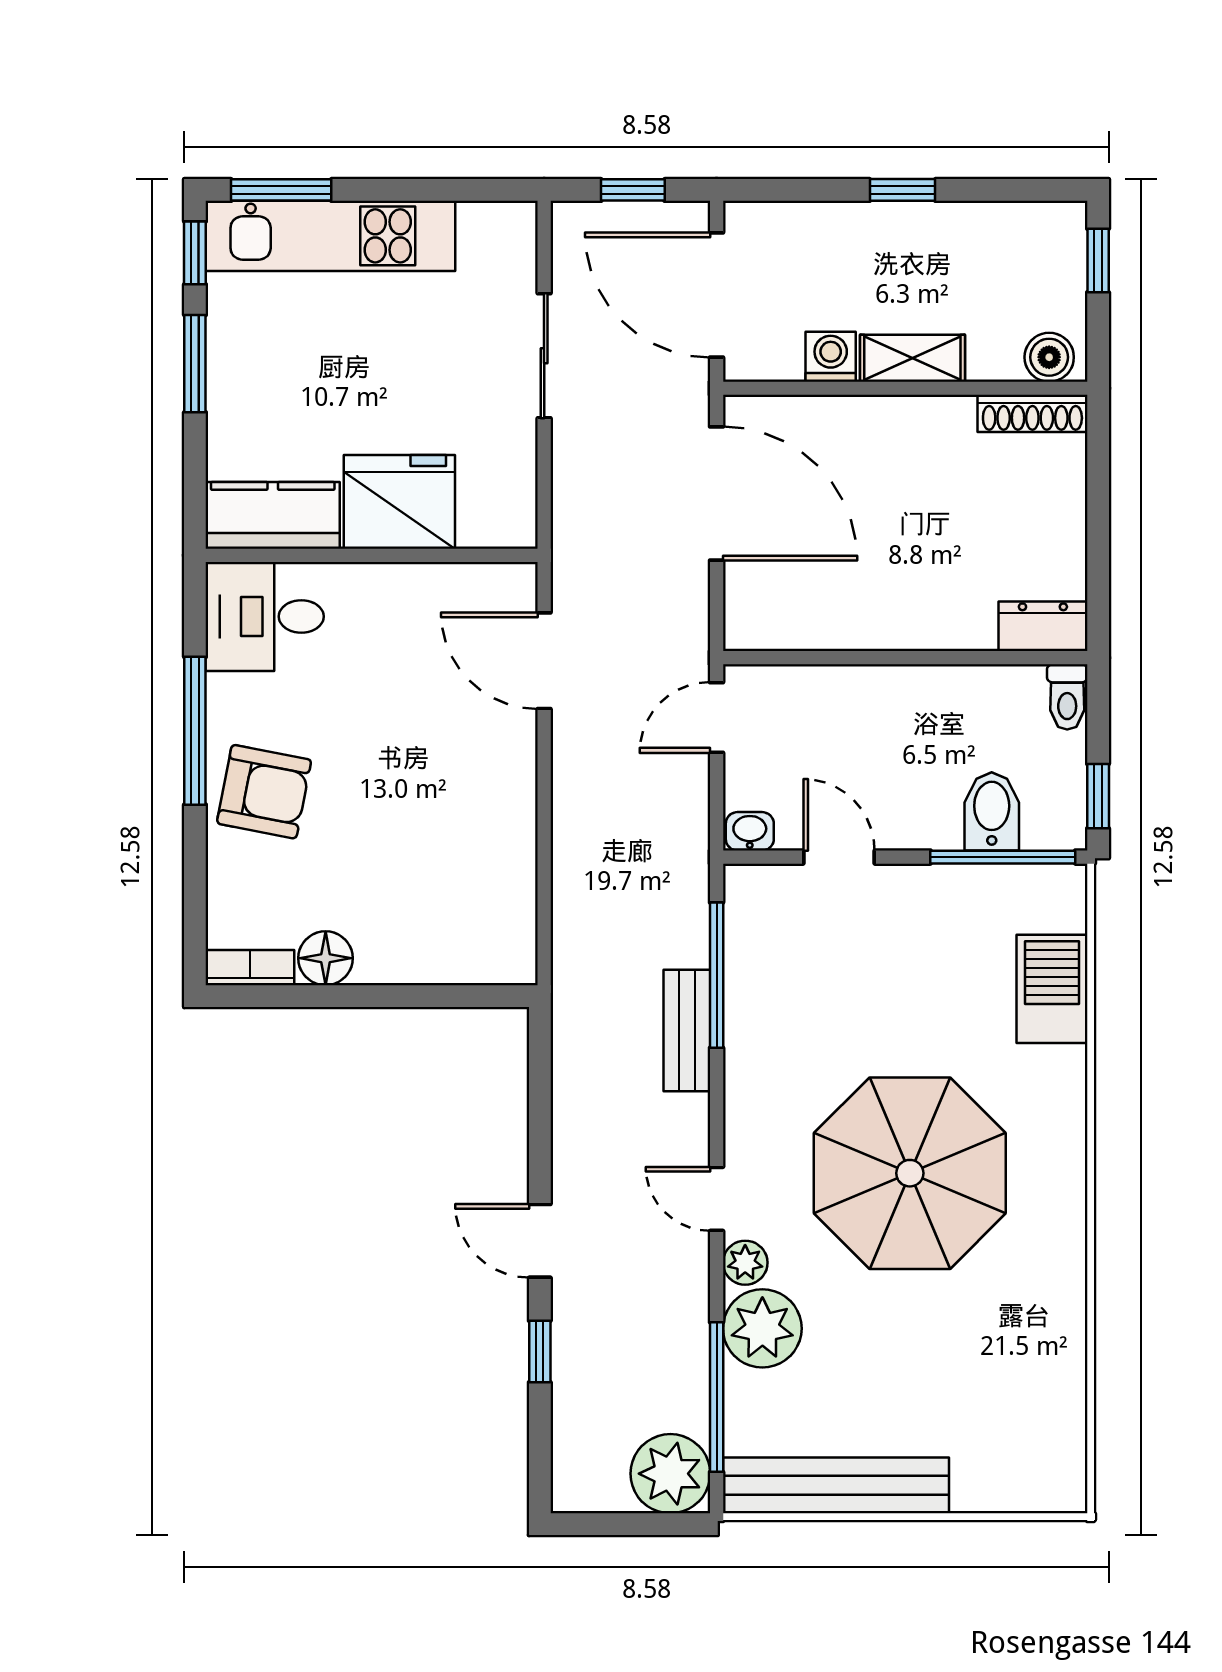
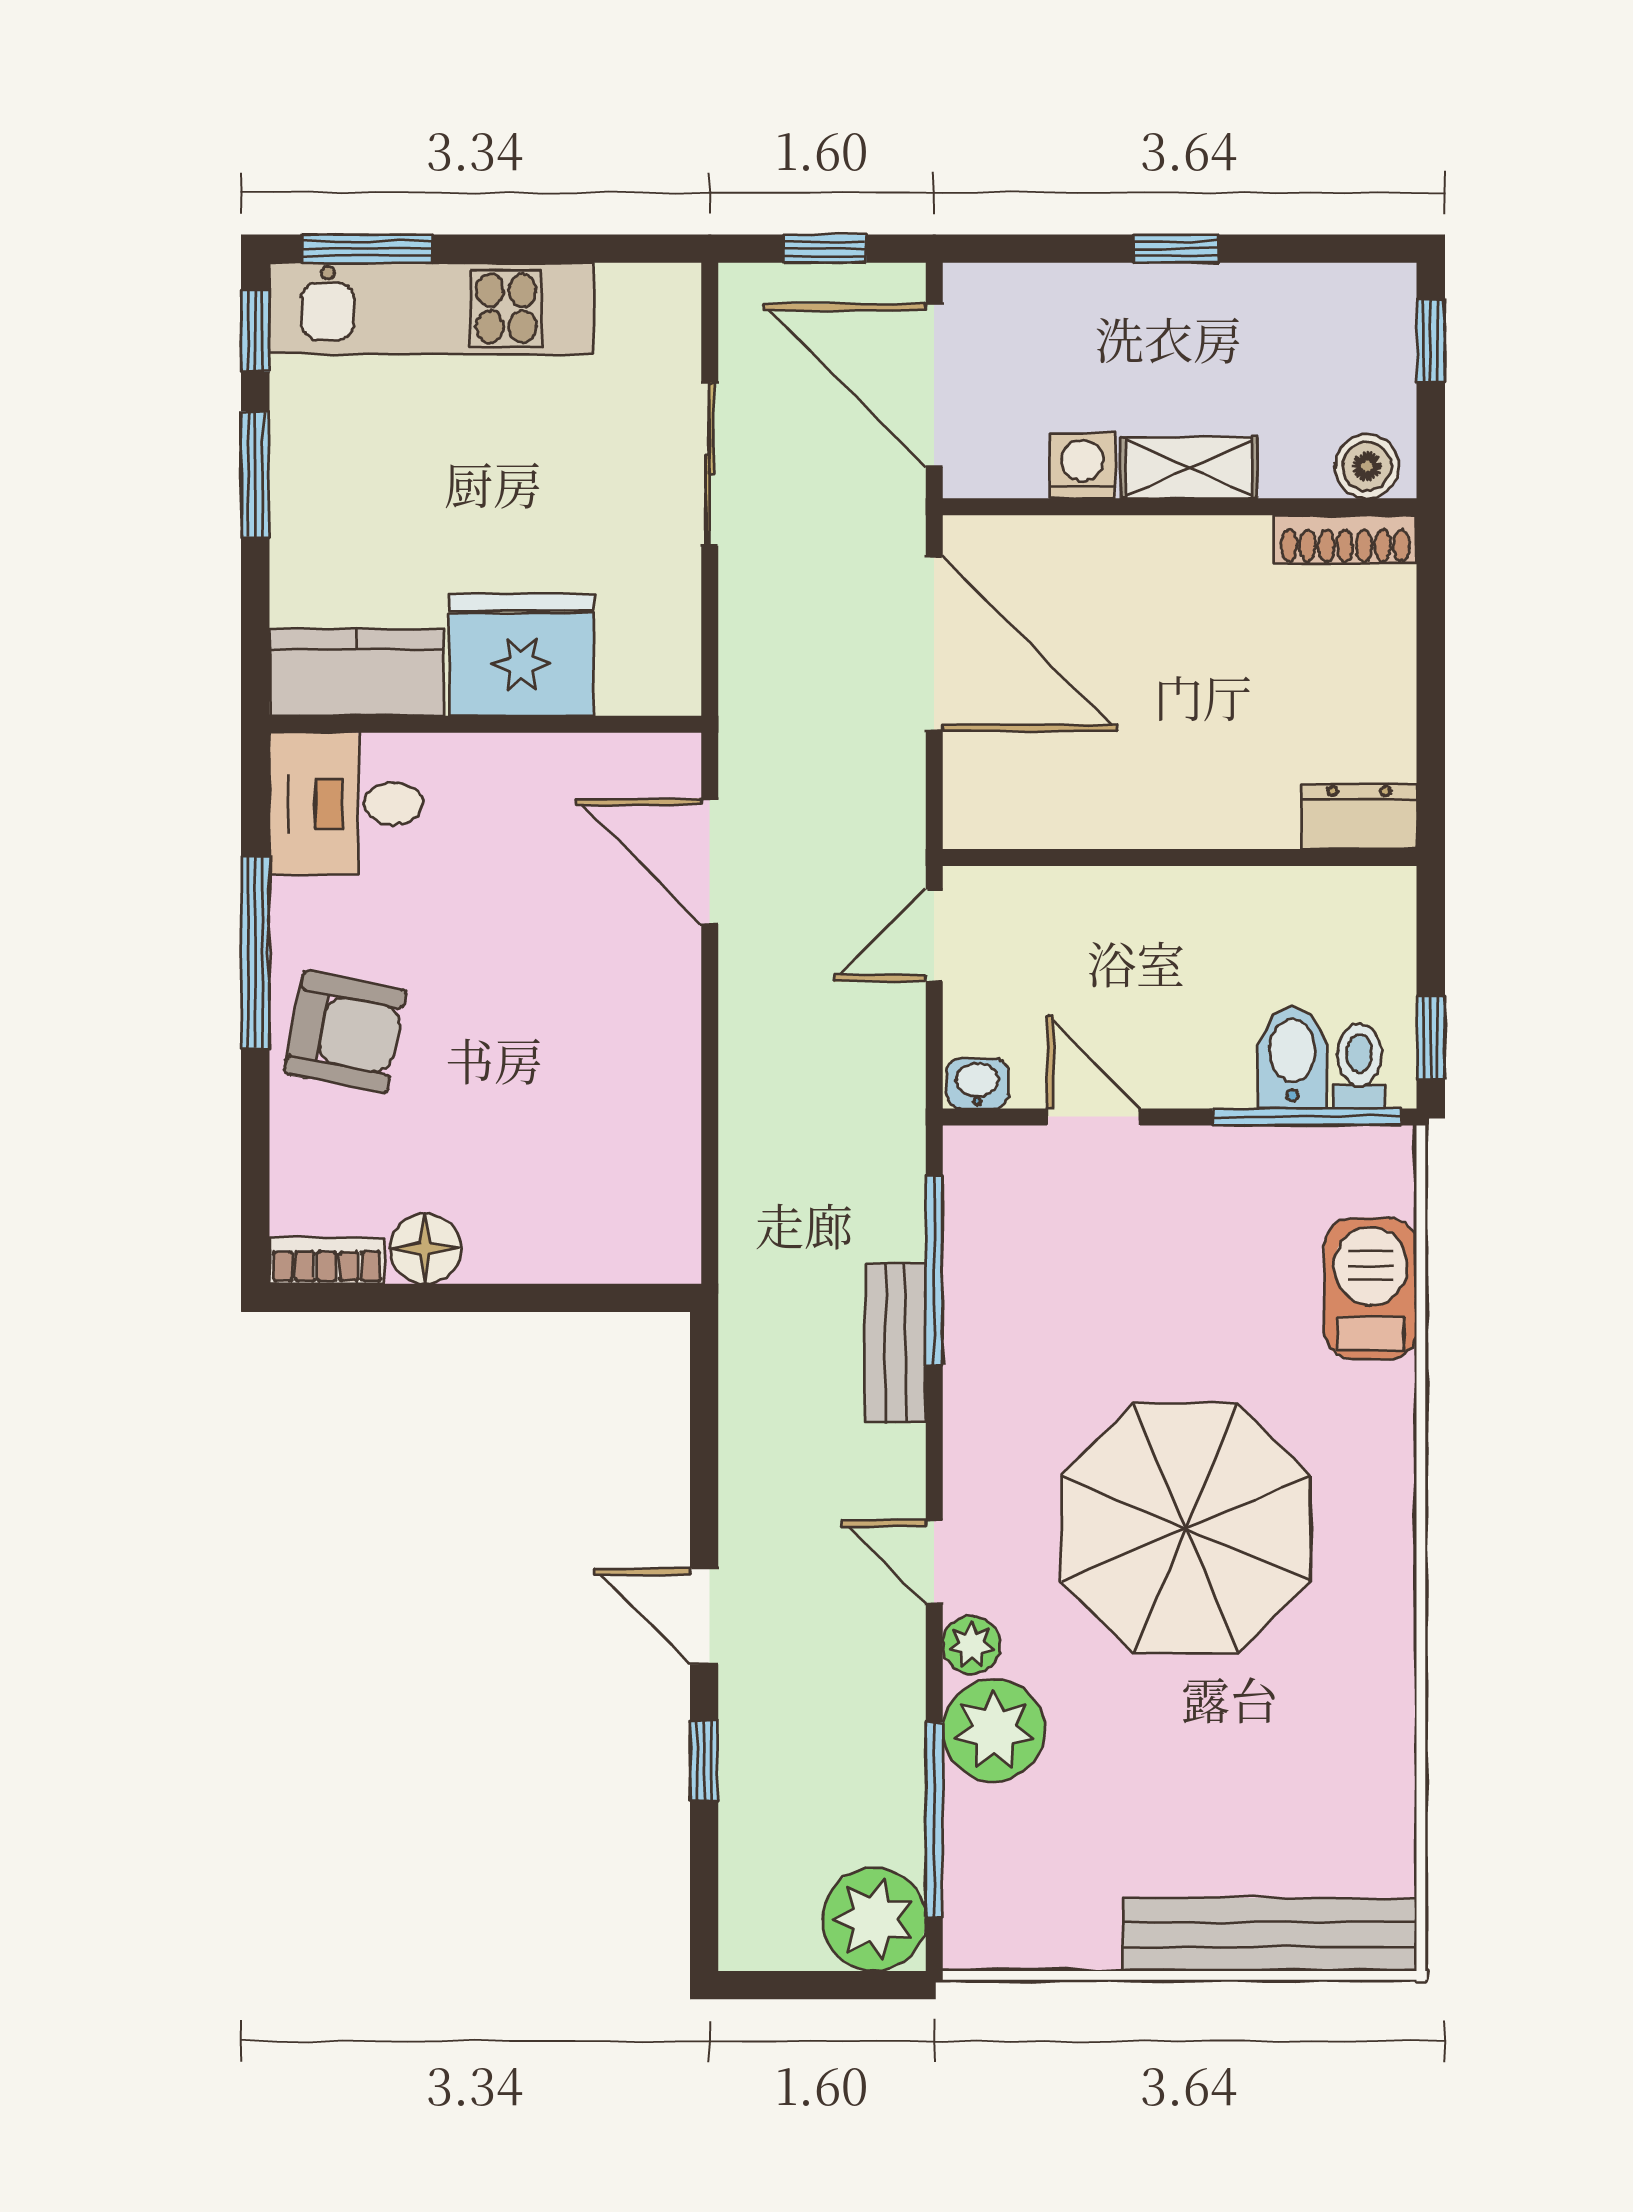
toilet: (1067, 697) -> (1359, 1066), moved, turned 180
bench: (836, 1485) -> (1270, 1935), moved

